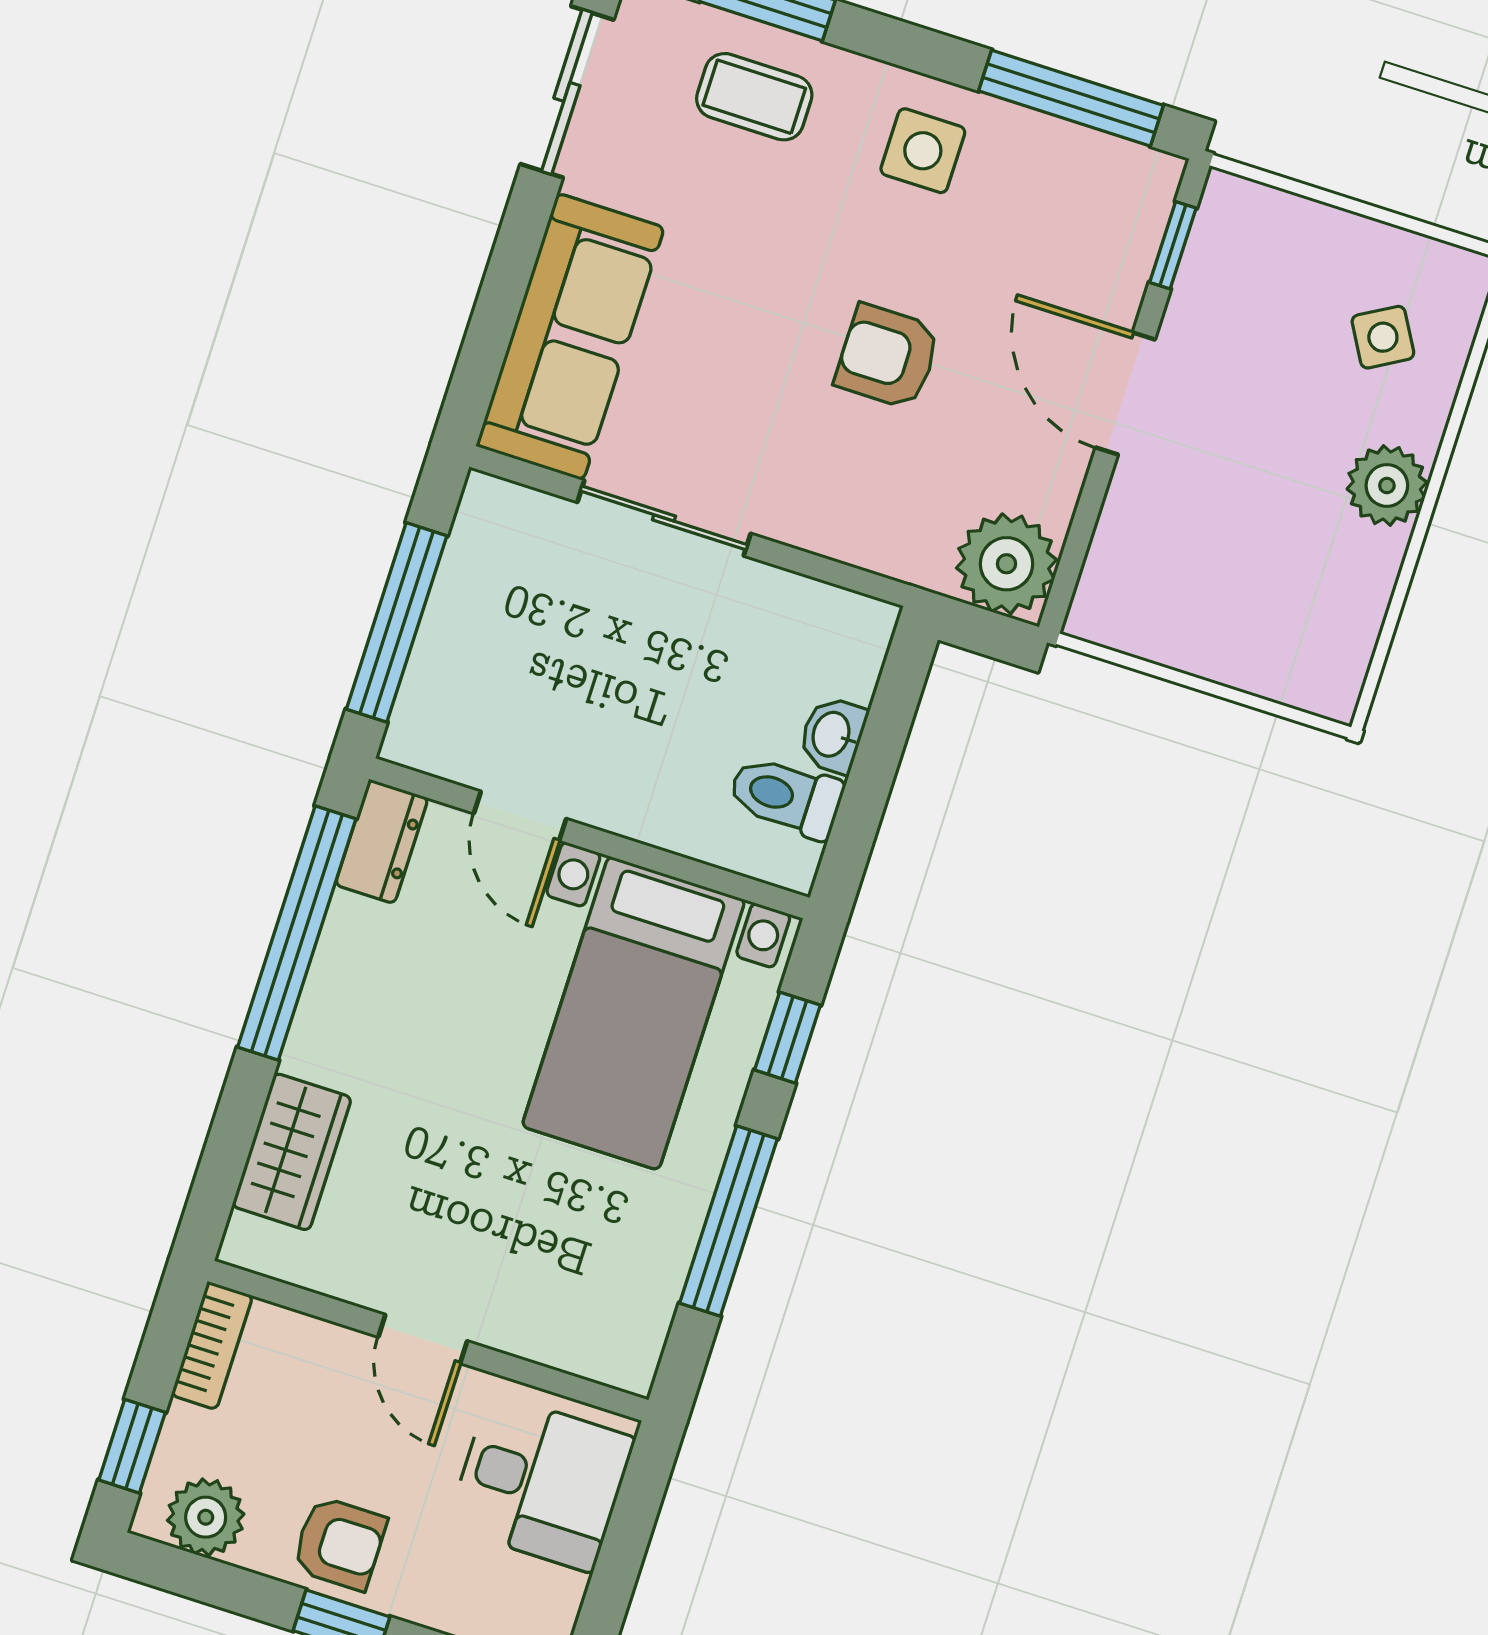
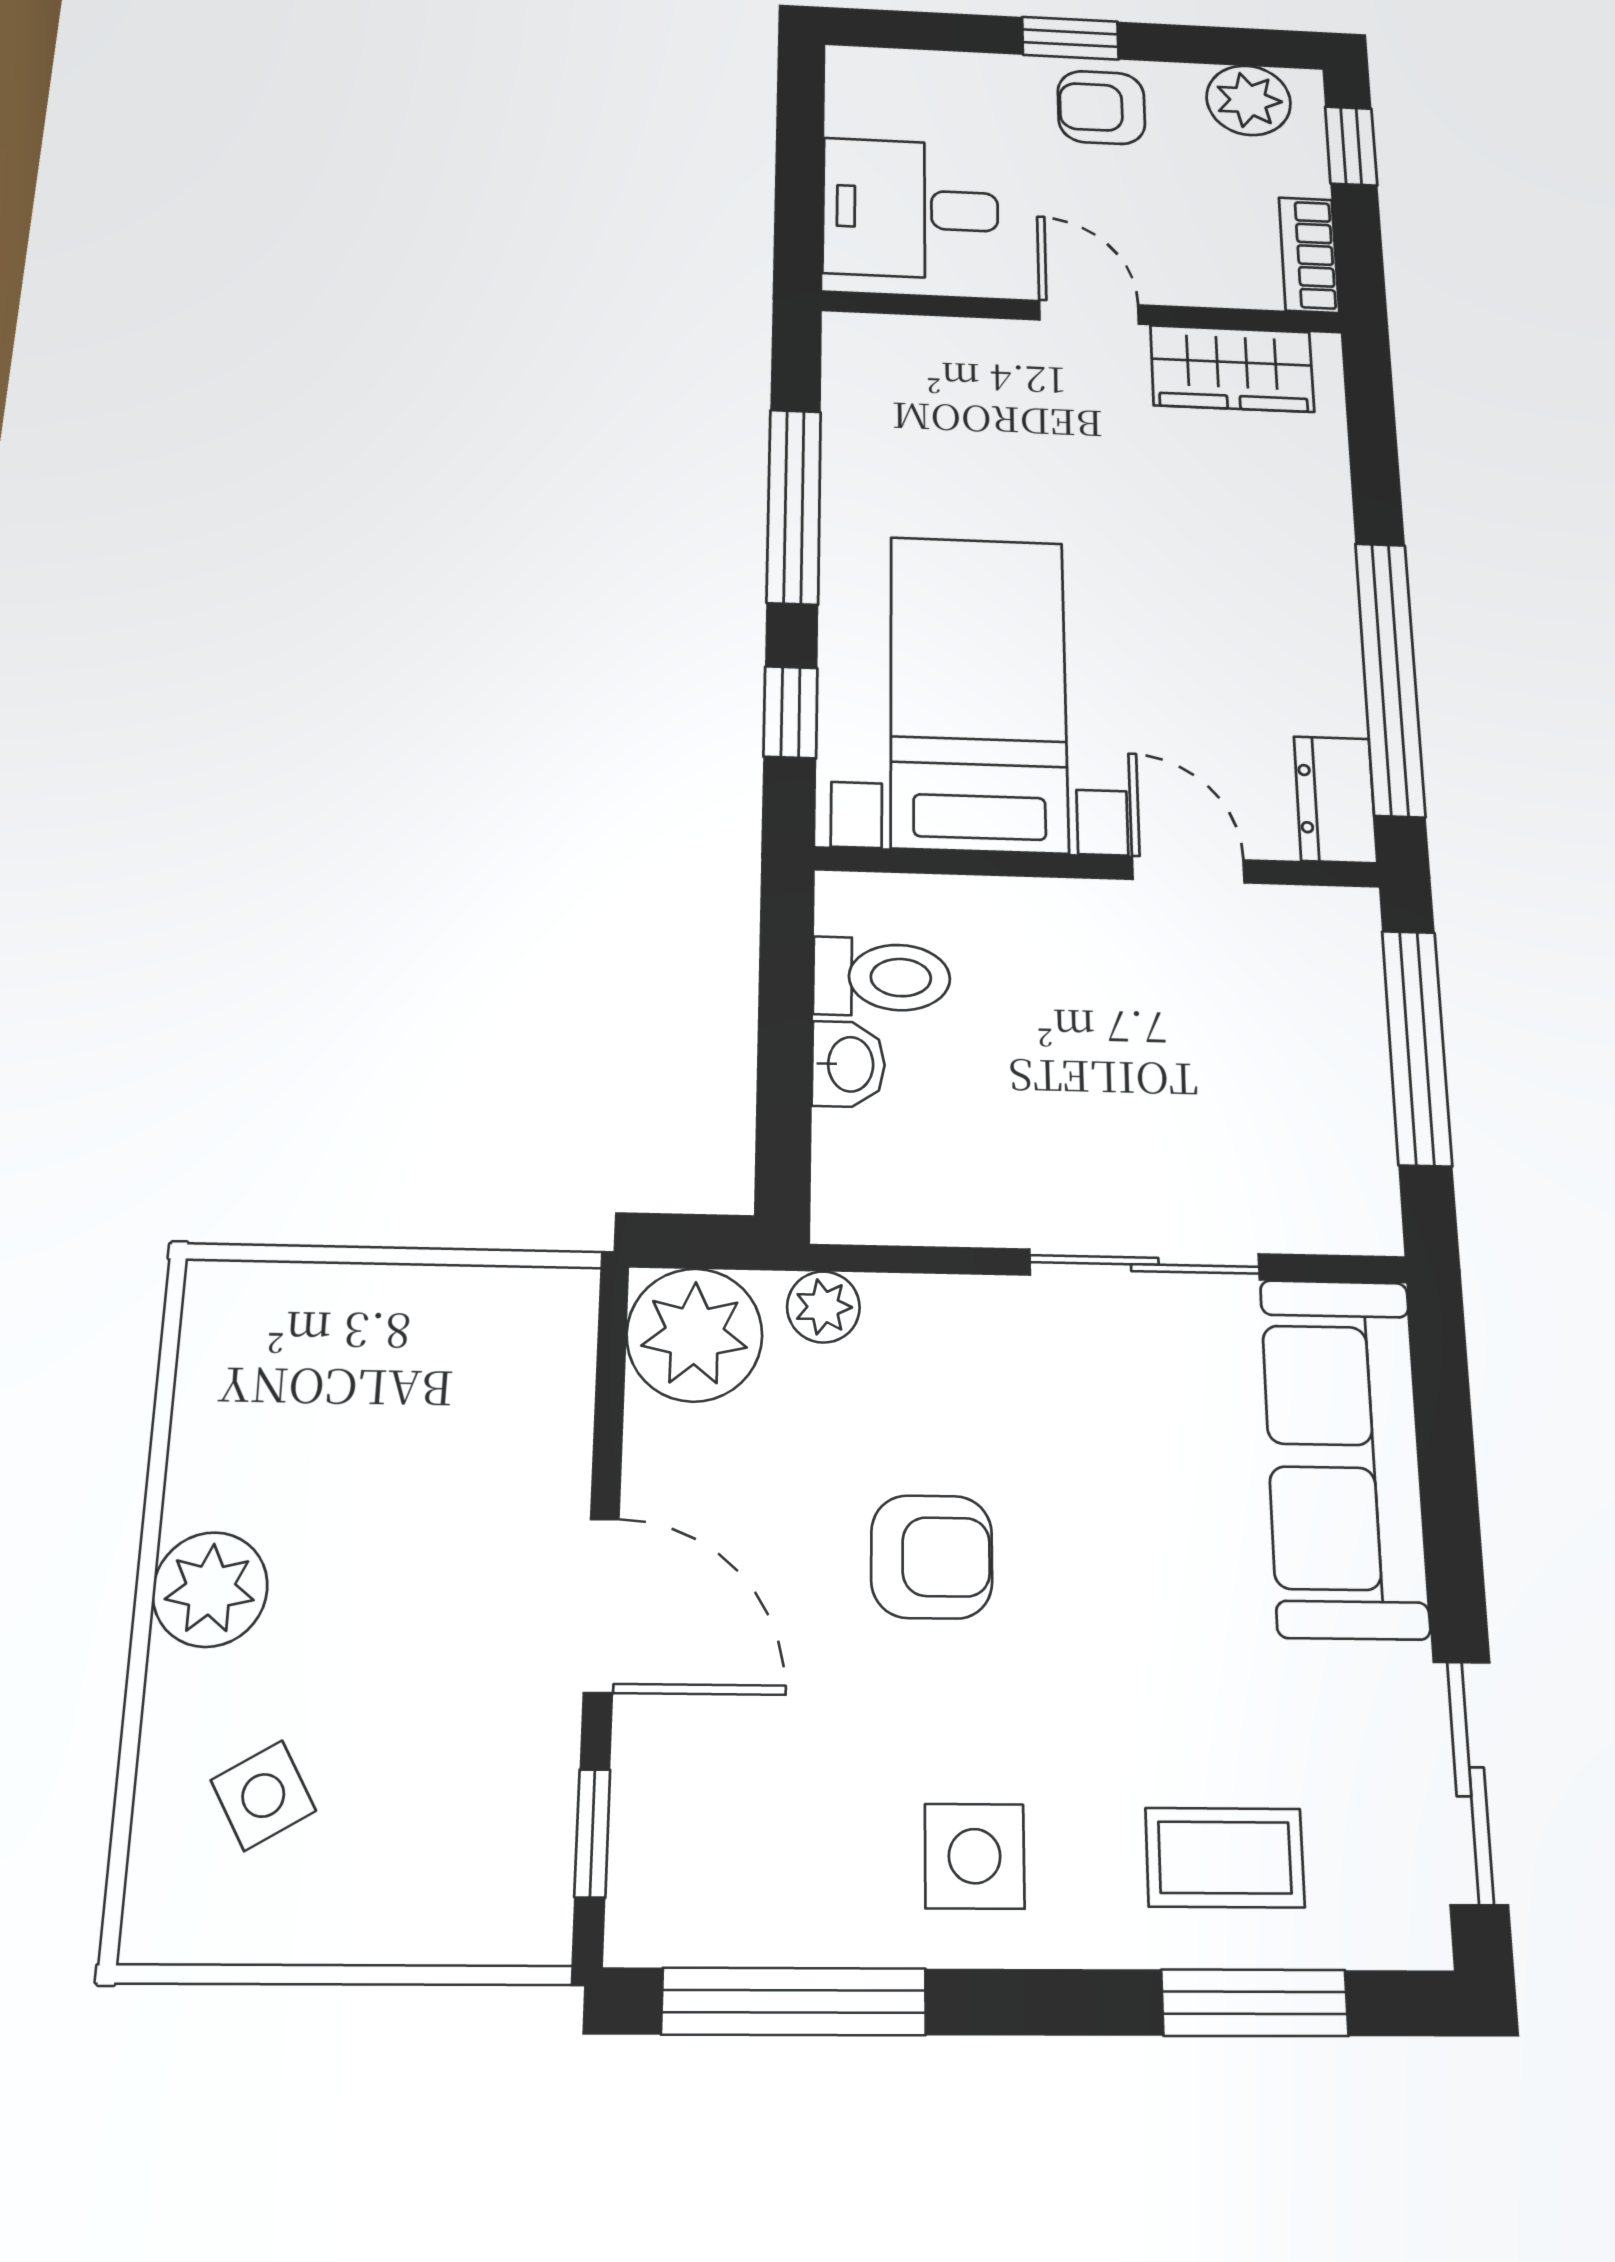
plant: (908, 557) -> (823, 1307), added
wardrobe: (292, 1152) -> (1232, 369), moved, turned -90

